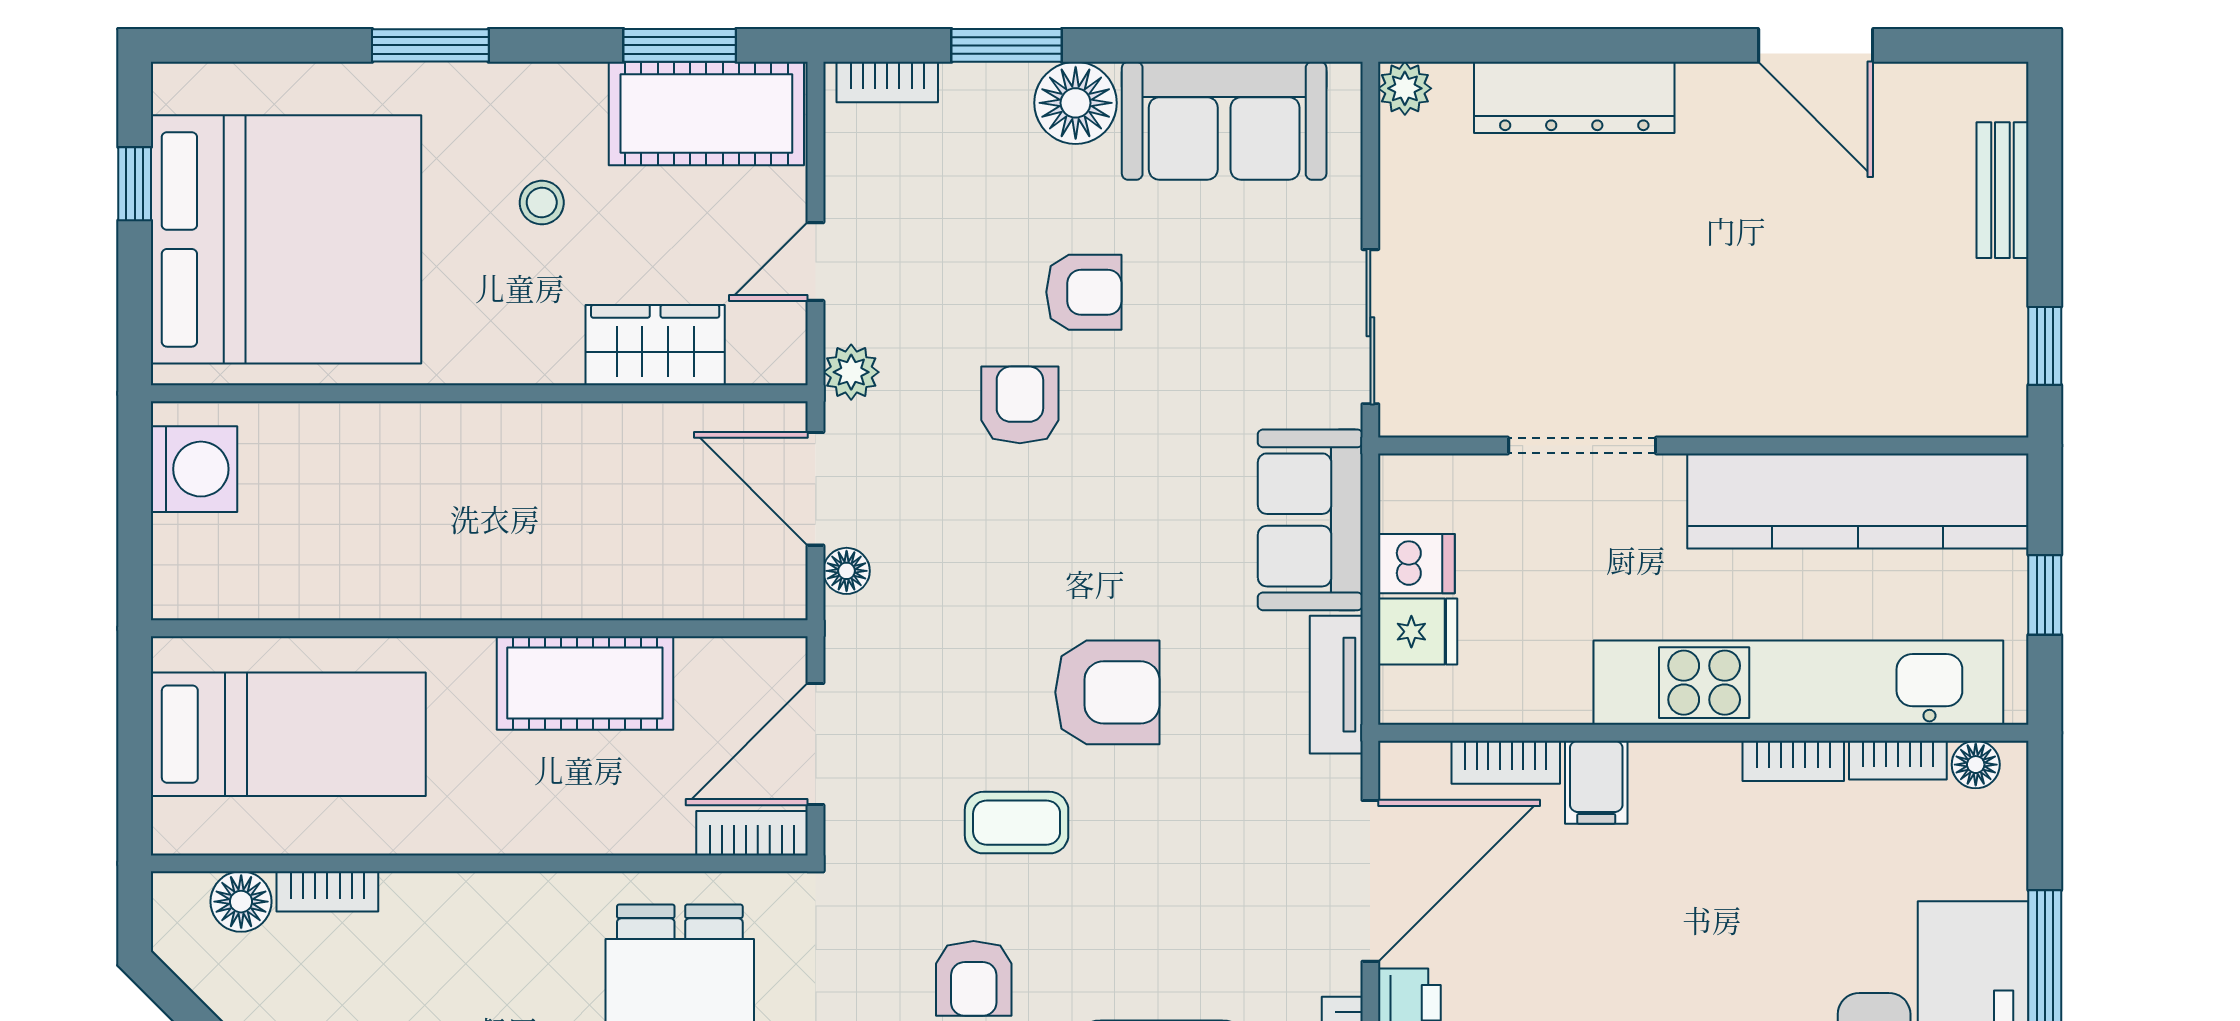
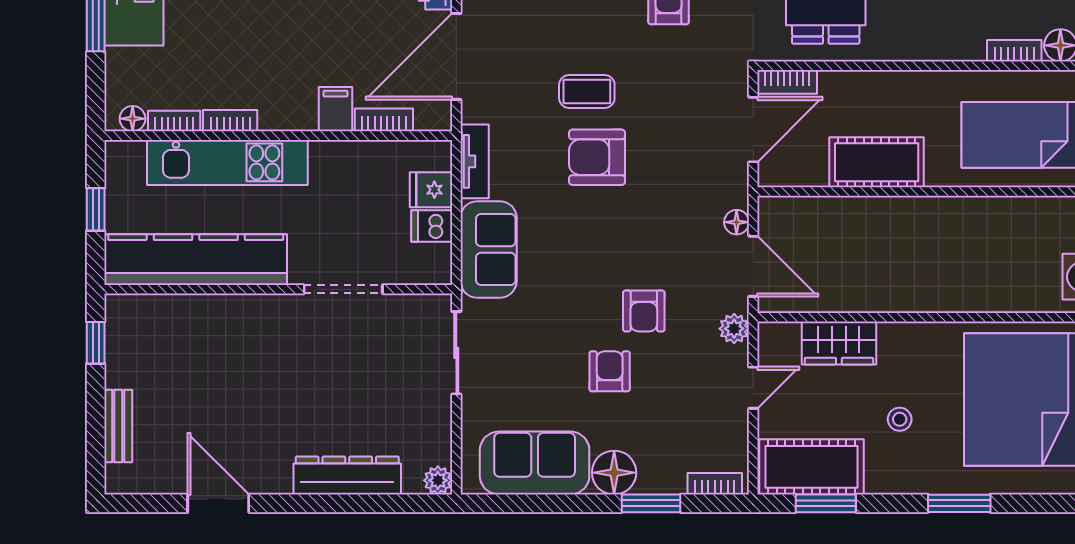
armchair: (1084, 292) -> (610, 371), turned 90
kitchen unit: (1798, 683) -> (227, 162), width x0.73
coffee table: (1017, 823) -> (587, 92), moved

